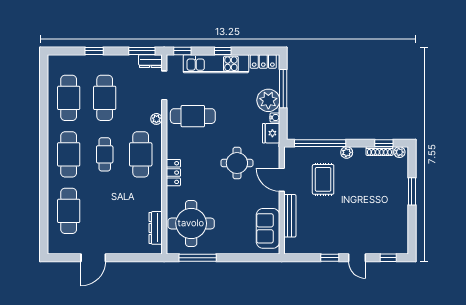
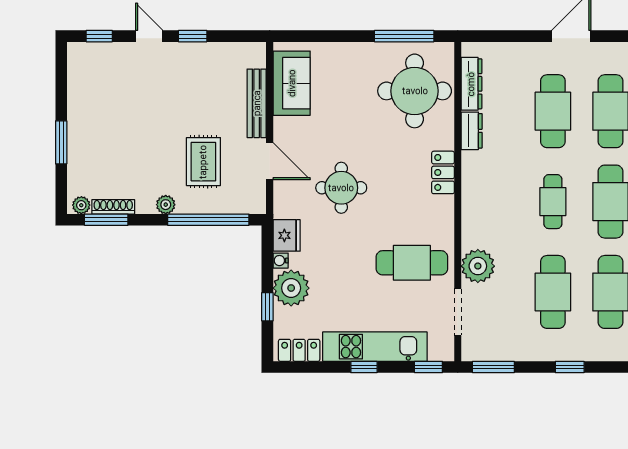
dresser: (150, 61) -> (472, 131), moved, turned 90
window: (283, 89) -> (267, 307), width x0.46
plant: (156, 119) -> (478, 266), width x1.87, depth x1.87
window: (384, 143) -> (106, 220), width x1.50
cafe table: (141, 154) -> (553, 111), moved

